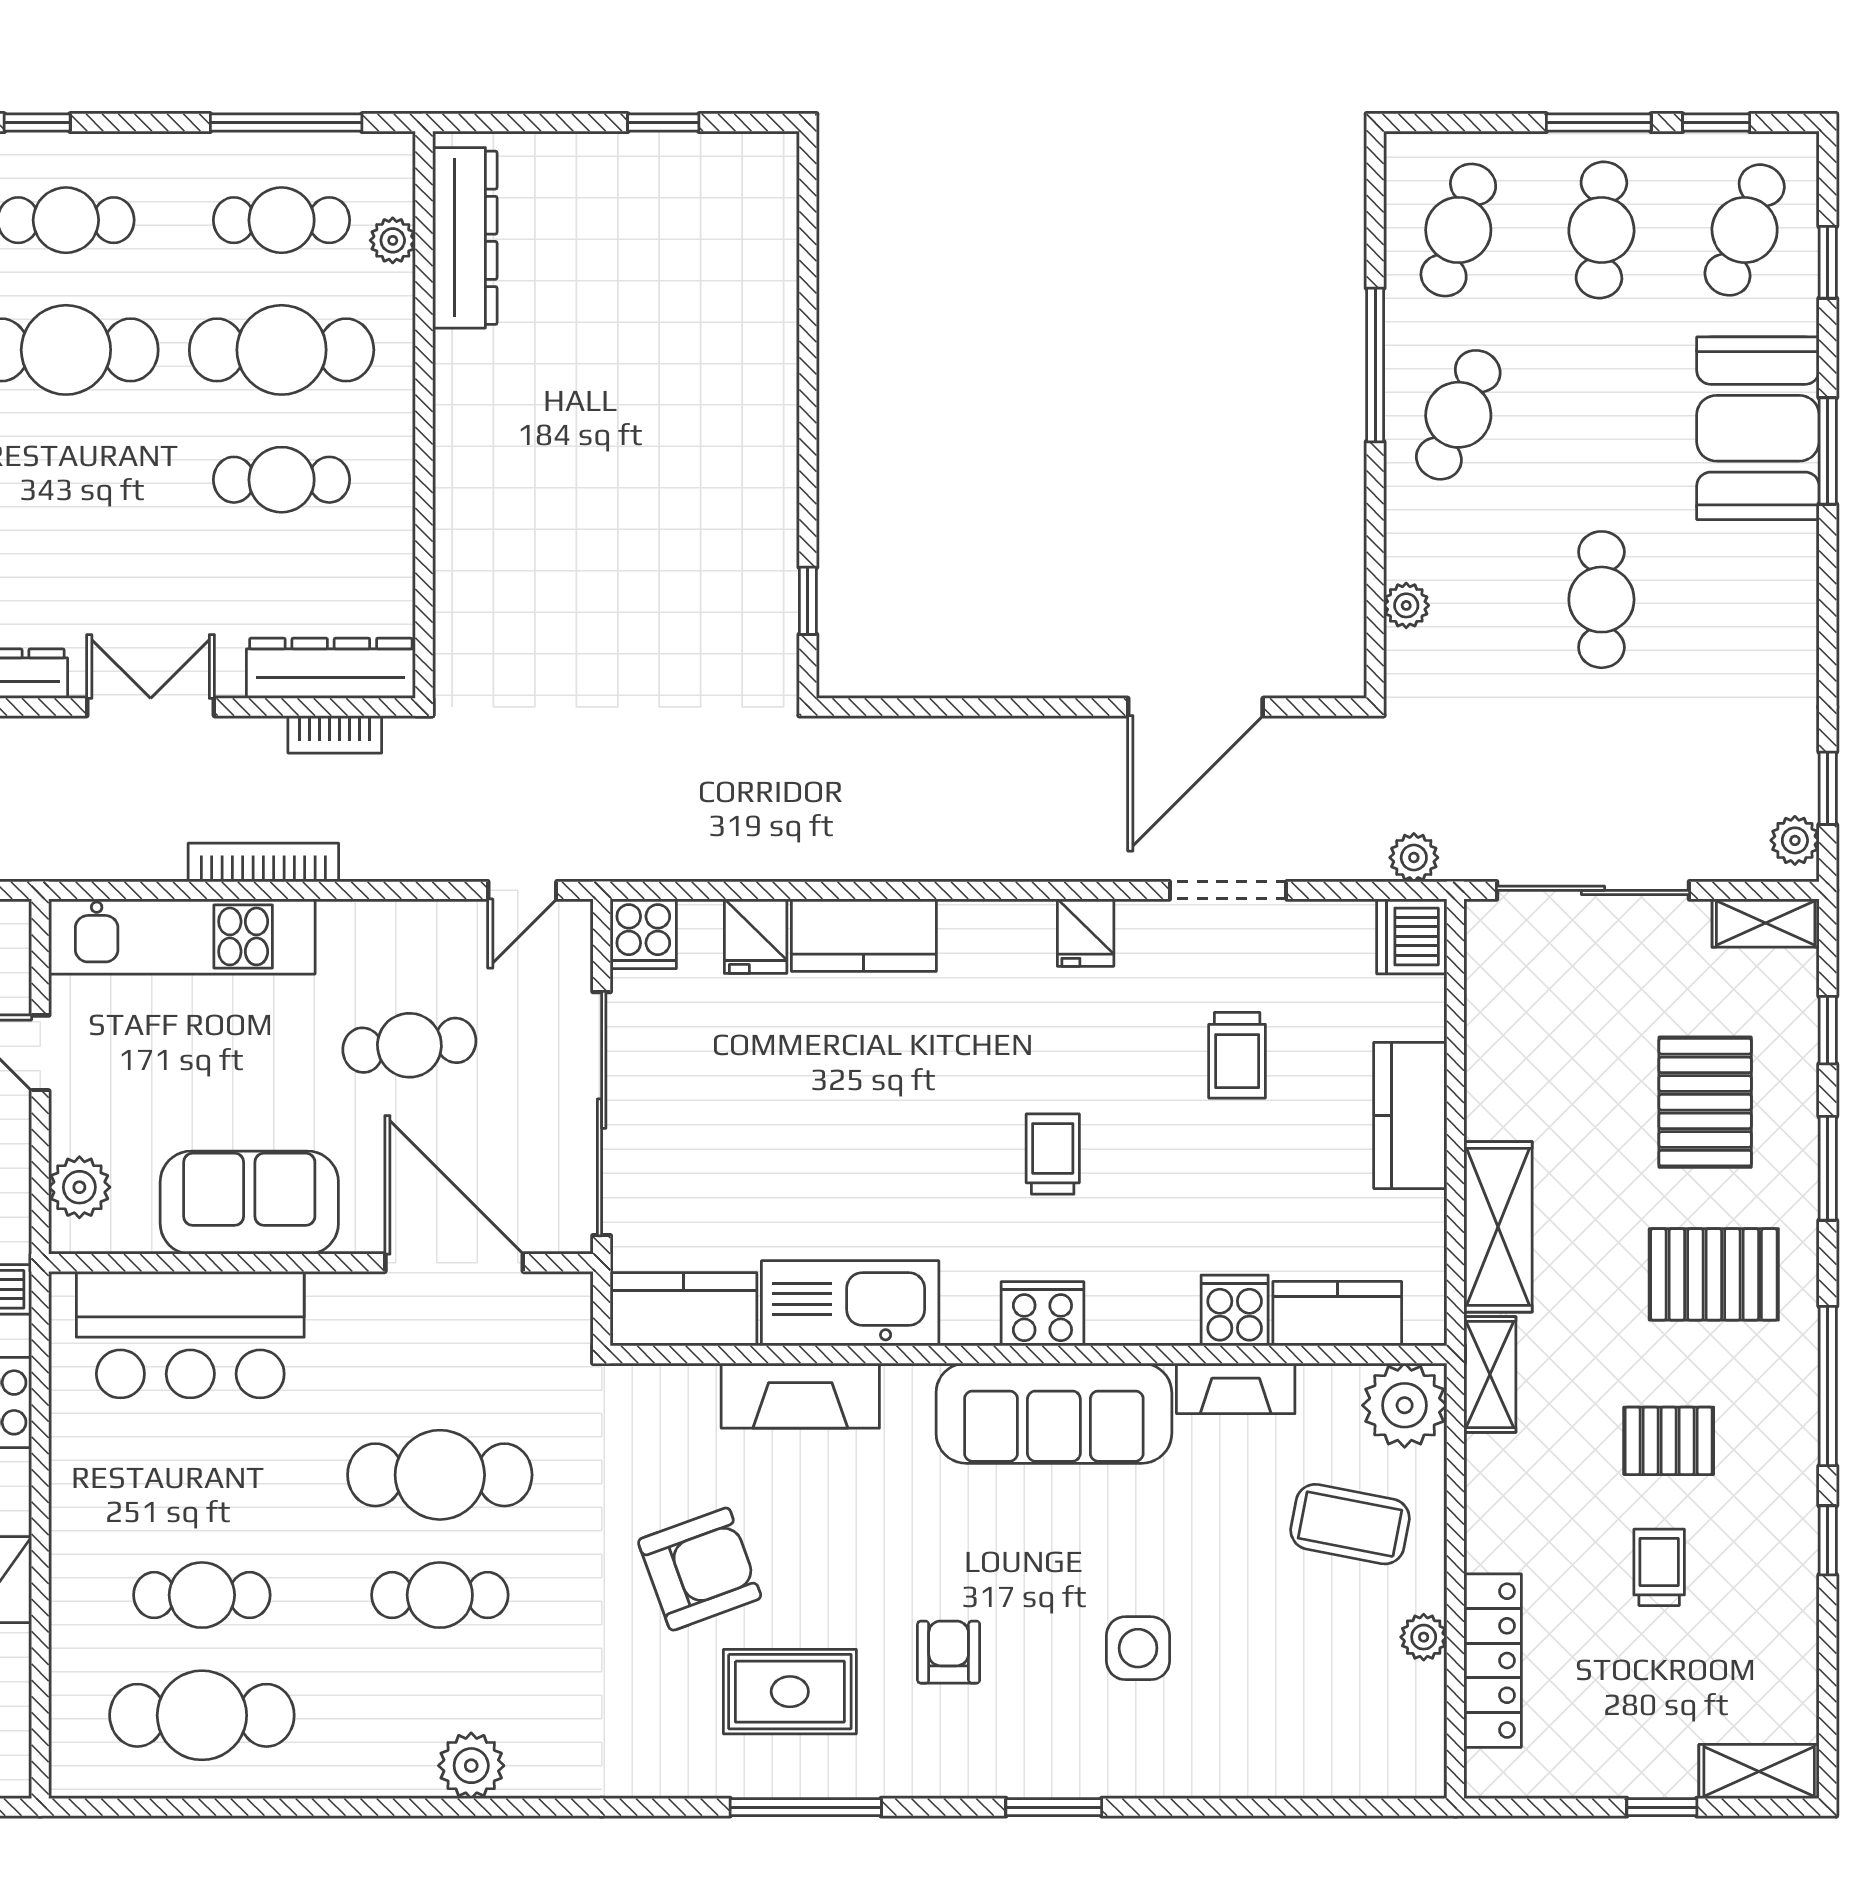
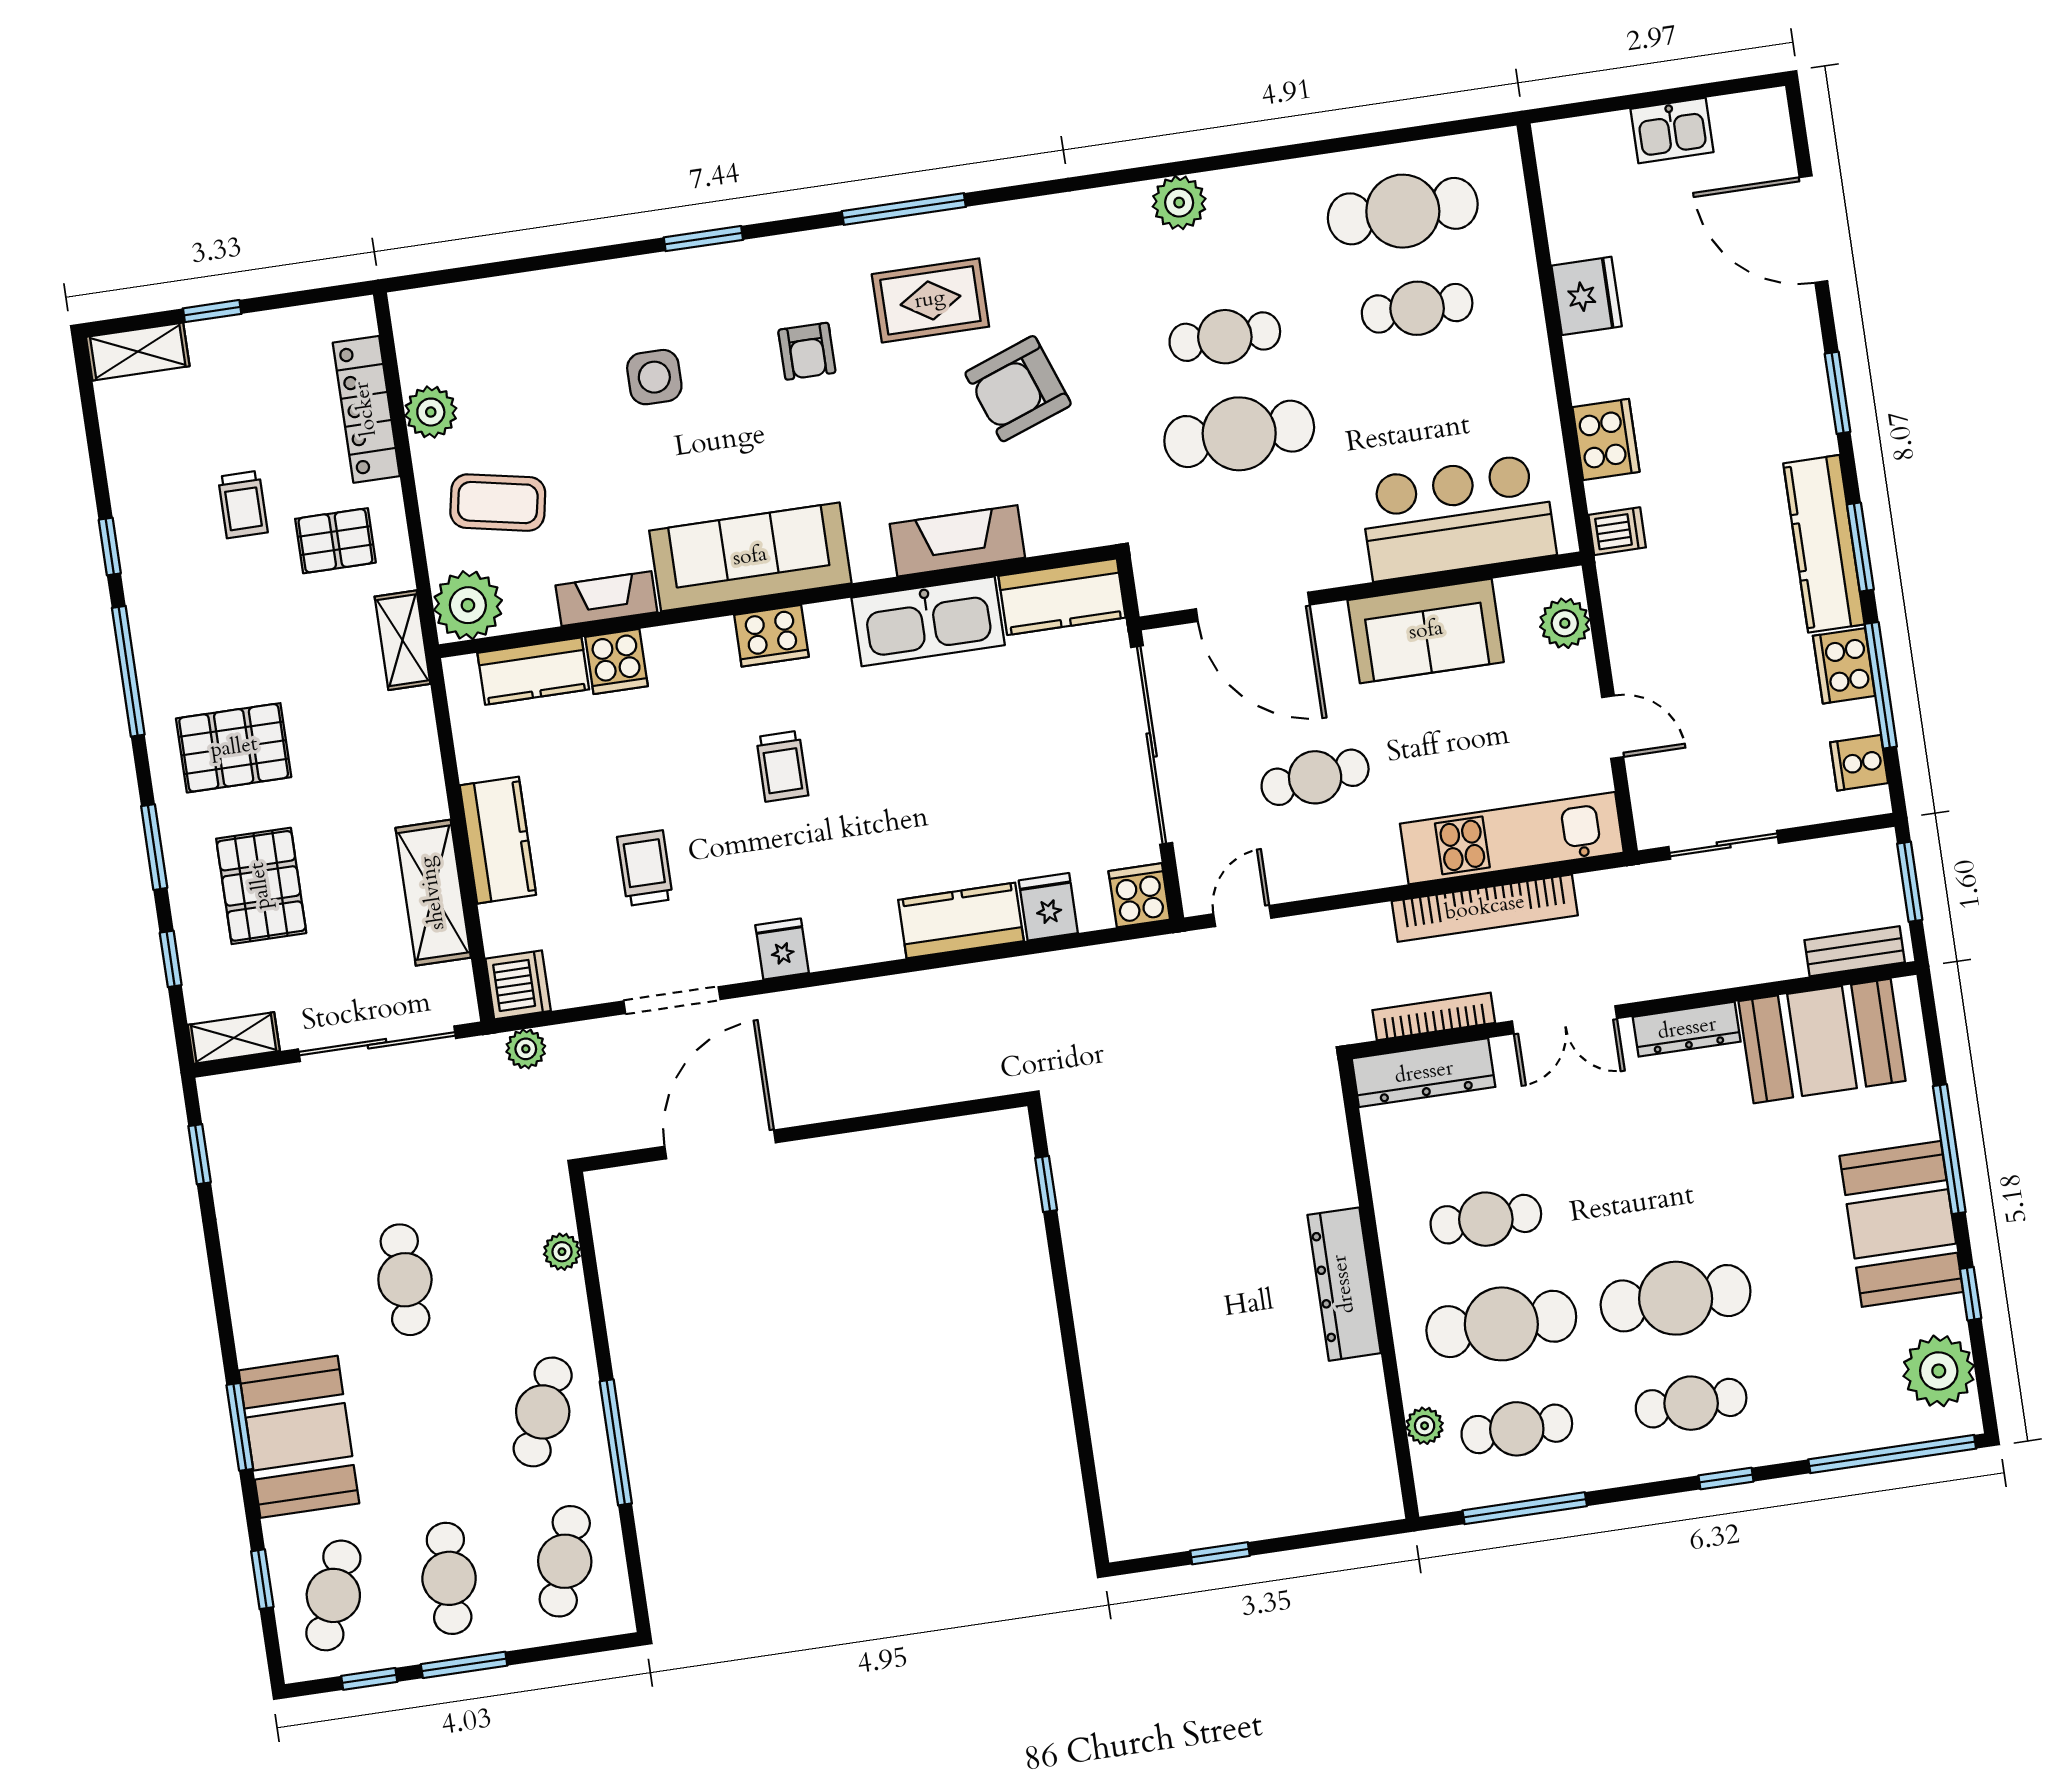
dresser: (465, 238) -> (1344, 1284), moved
bookcase: (335, 734) -> (1434, 1017), width x1.56
plant: (1795, 840) -> (220, 1108), removed
bookcase: (263, 862) -> (1485, 908), width x1.48, depth x1.31
shelving: (1498, 1227) -> (433, 893), moved
pallet: (1669, 1441) -> (335, 541), moved
plant: (1424, 1637) -> (431, 412), width x1.38, depth x1.38

